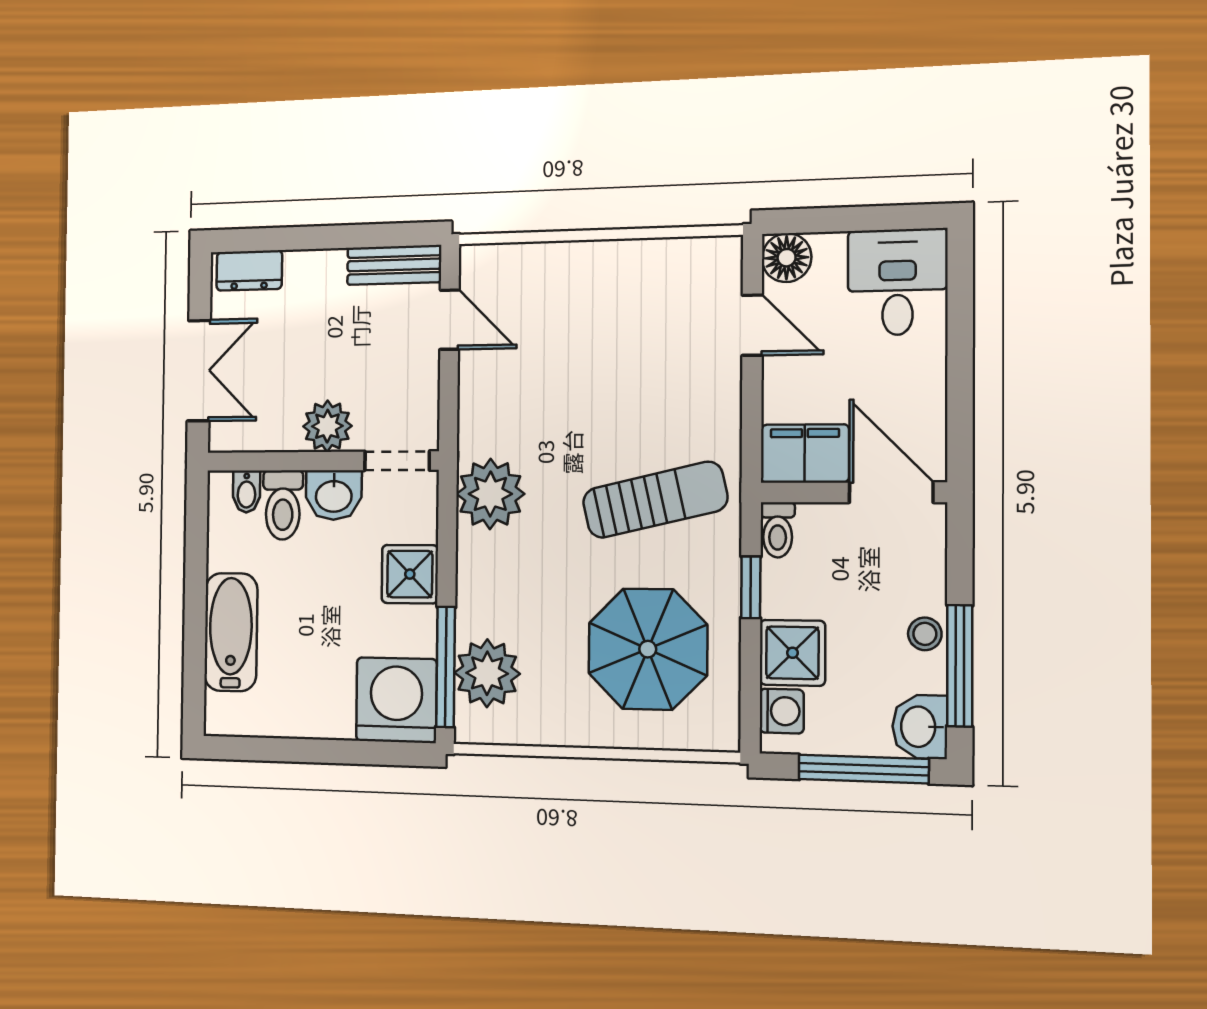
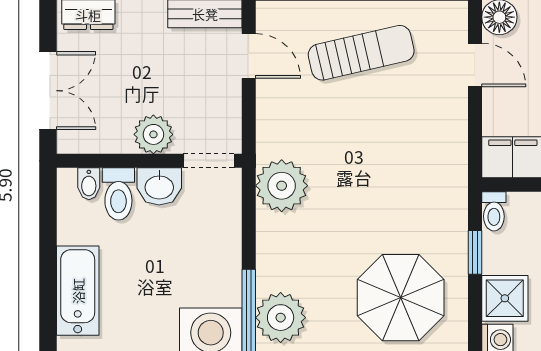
sun lounger: (655, 500) -> (361, 53), moved
shower: (410, 574) -> (220, 245), removed

